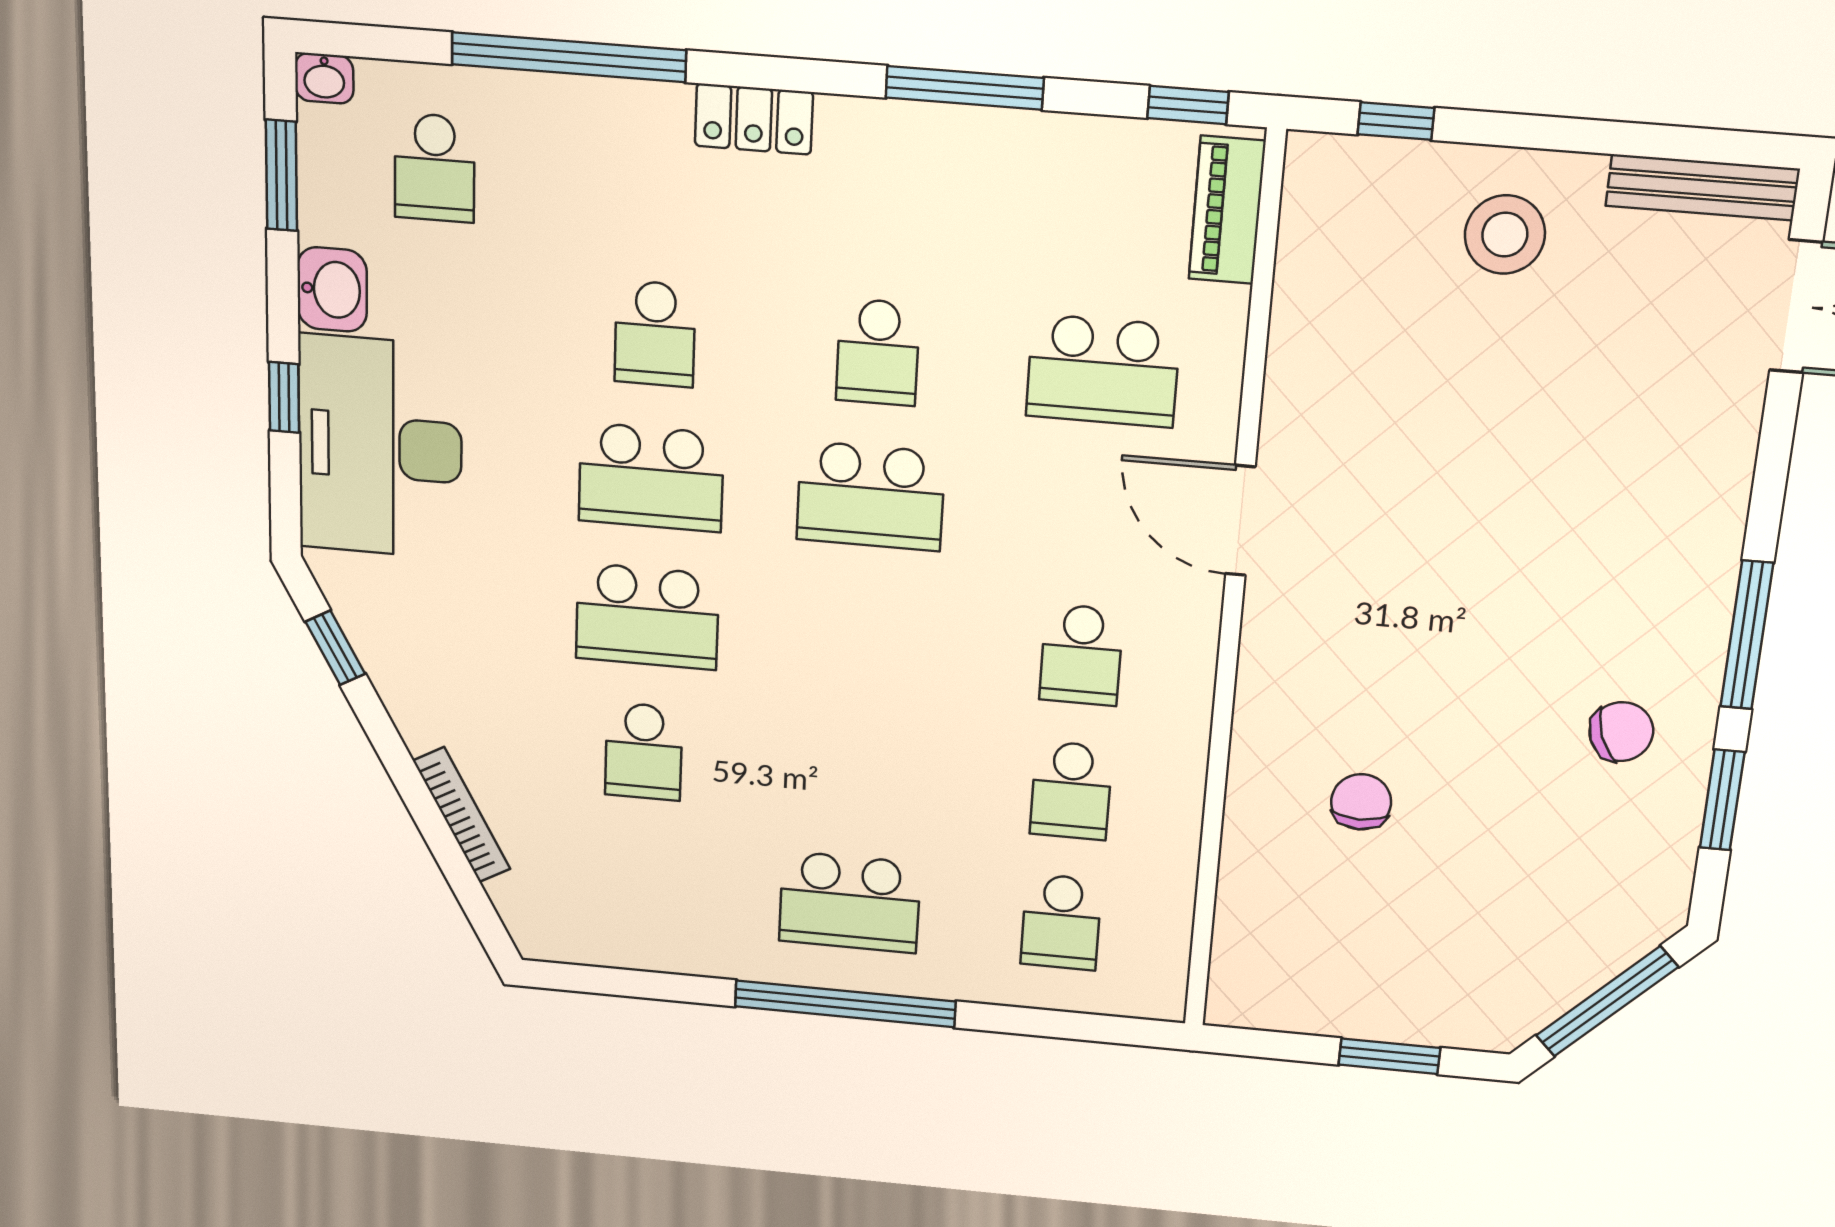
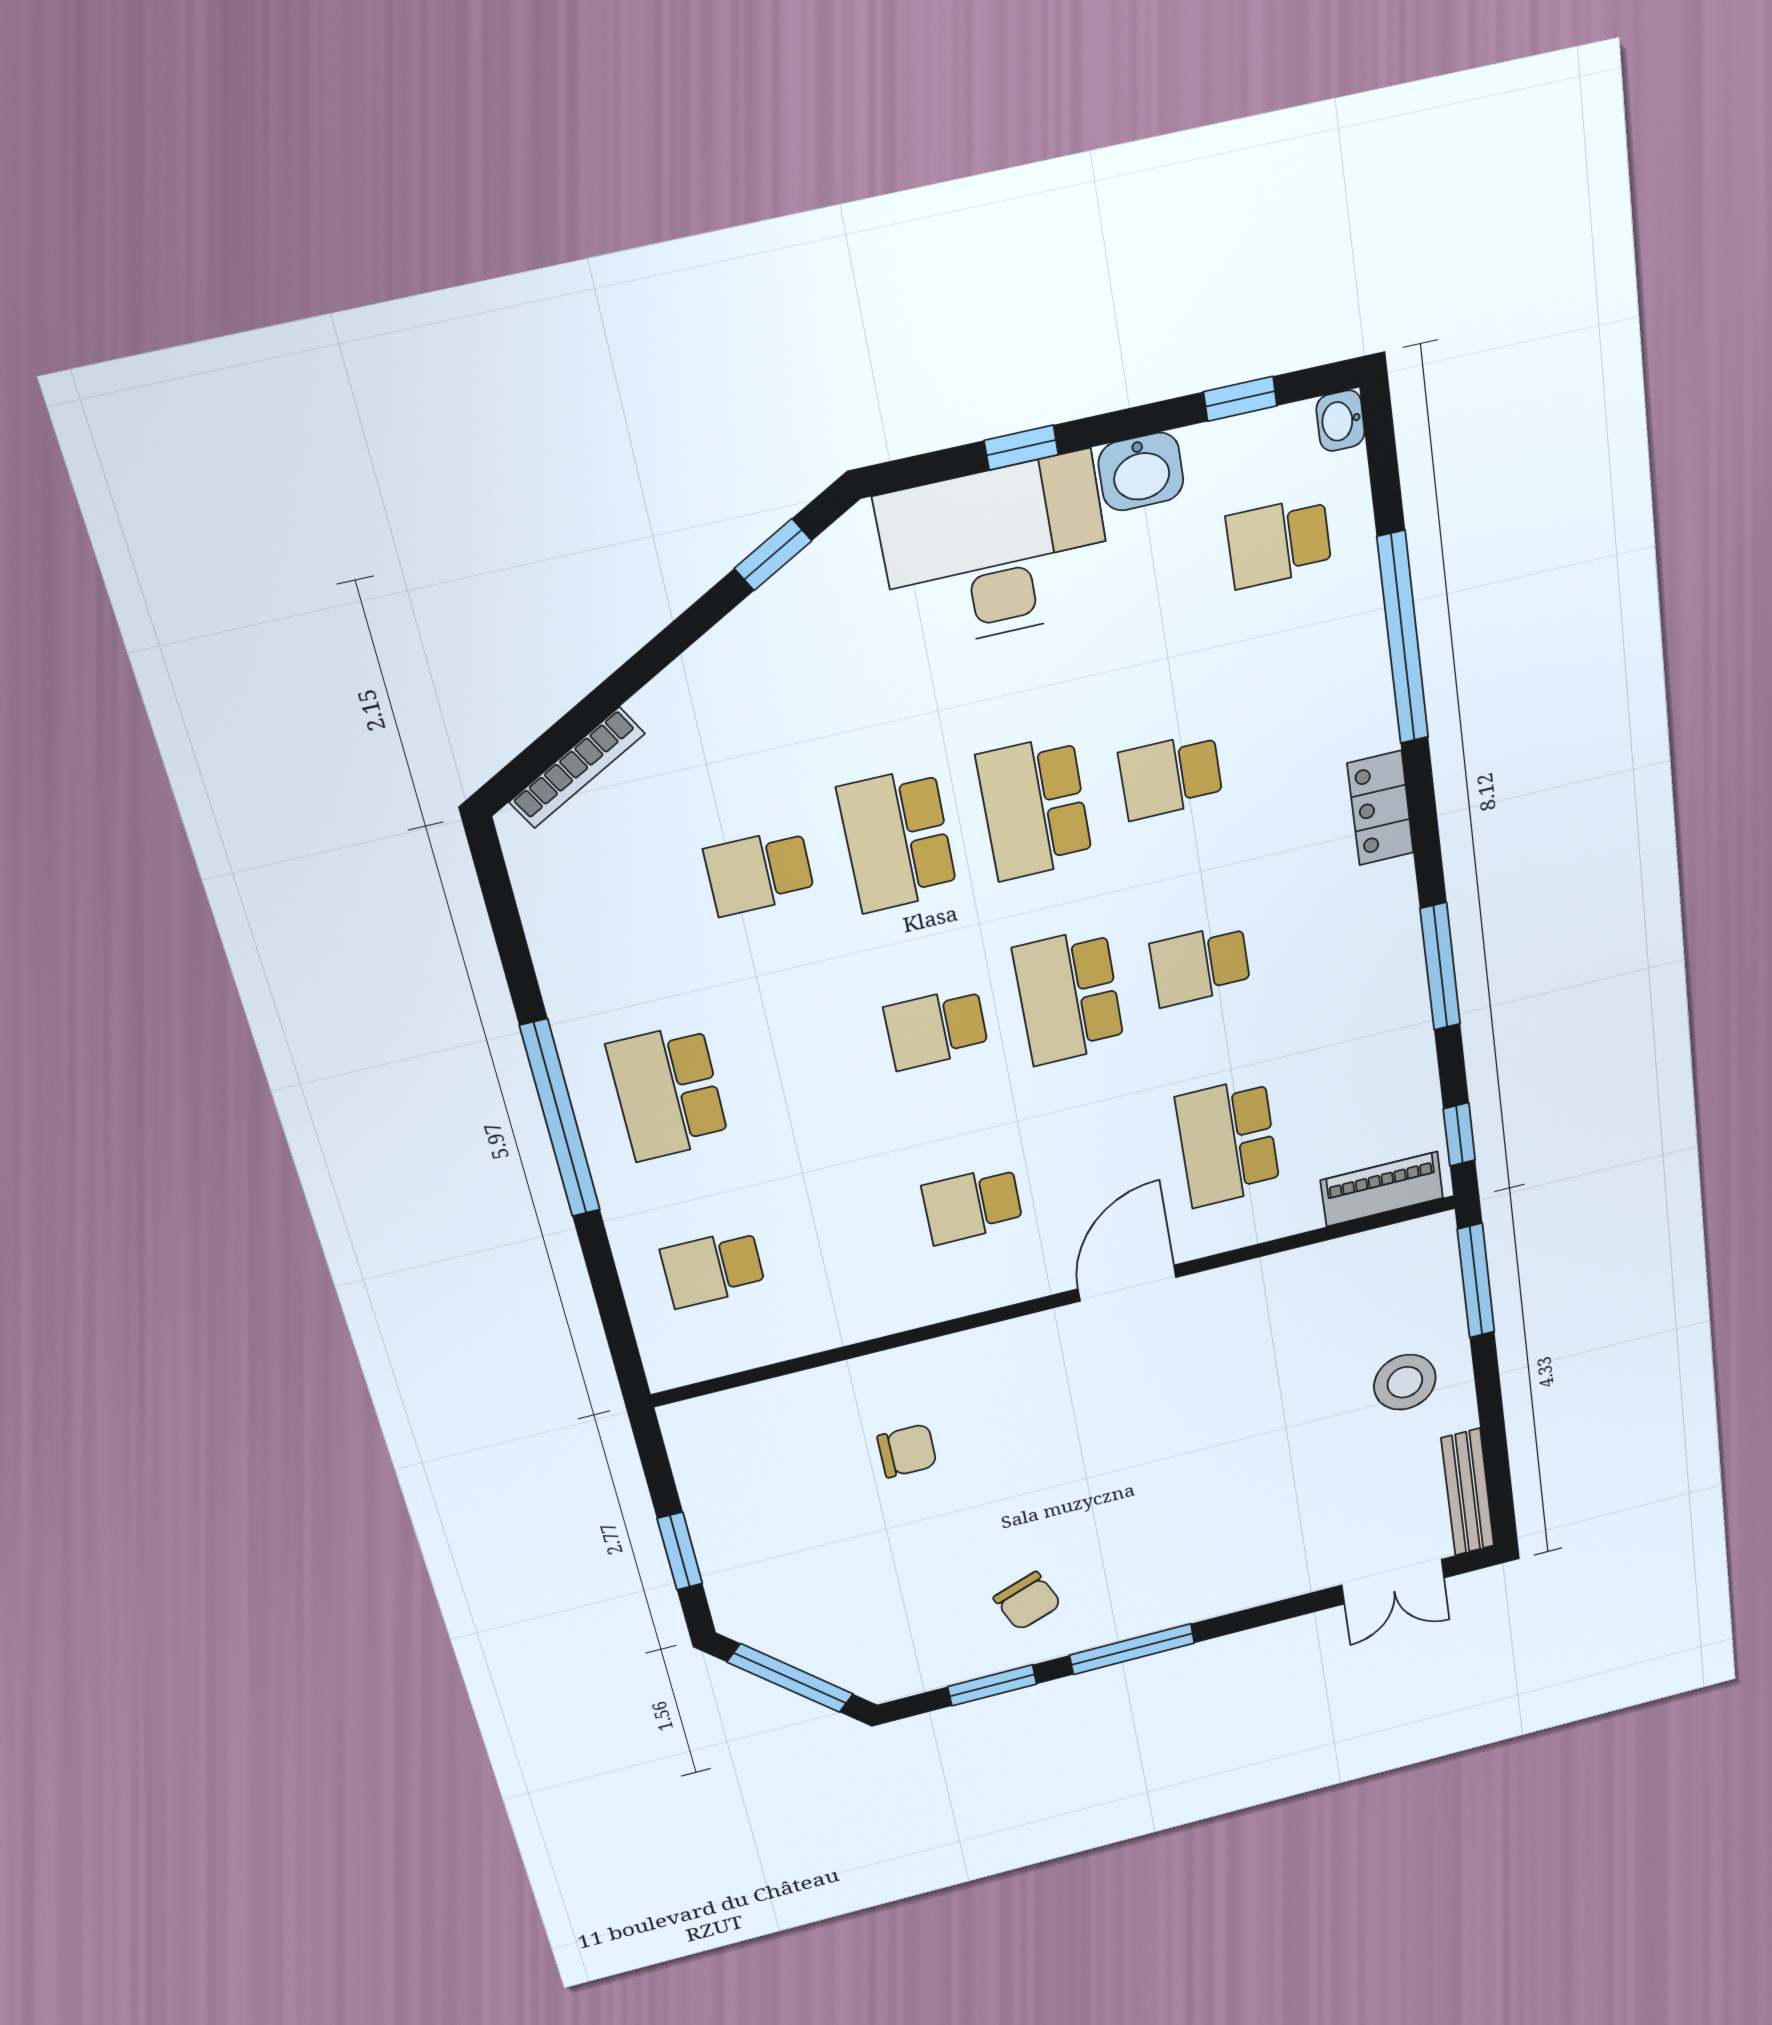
window: (1396, 121) -> (1476, 1281), width x2.17
window: (281, 175) -> (1240, 399), width x0.67
school desk: (1071, 791) -> (936, 1028), moved
bookcase: (462, 815) -> (577, 768), moved

